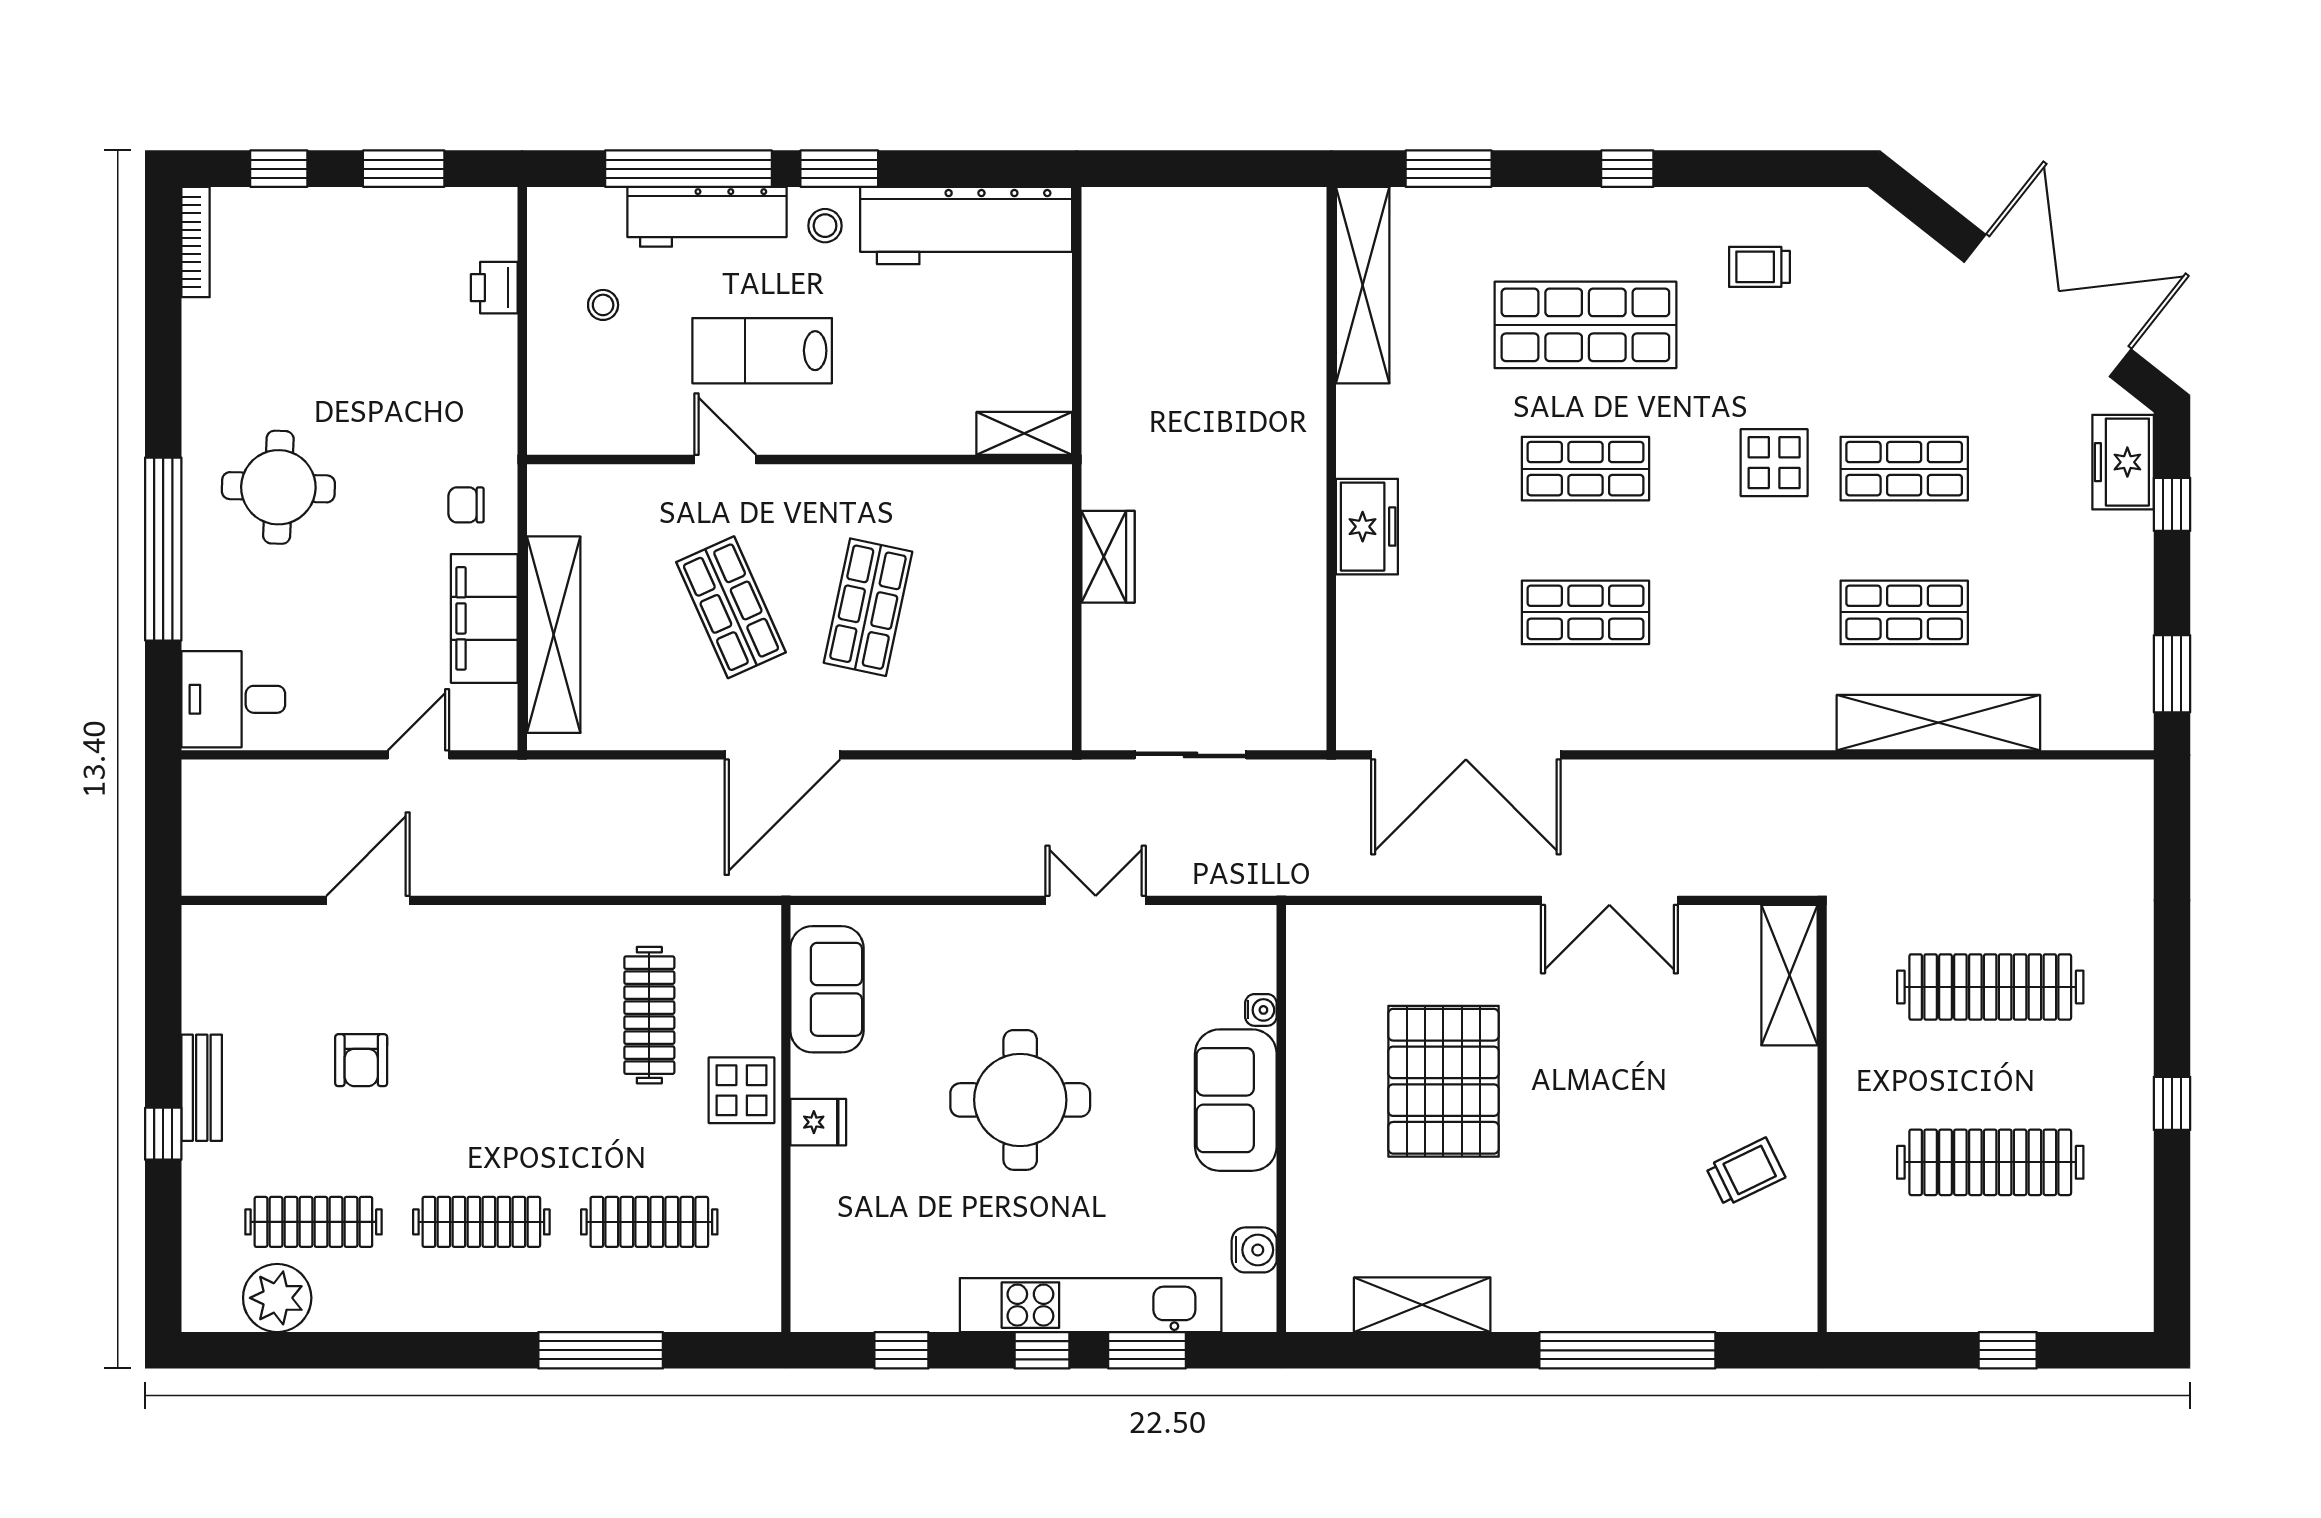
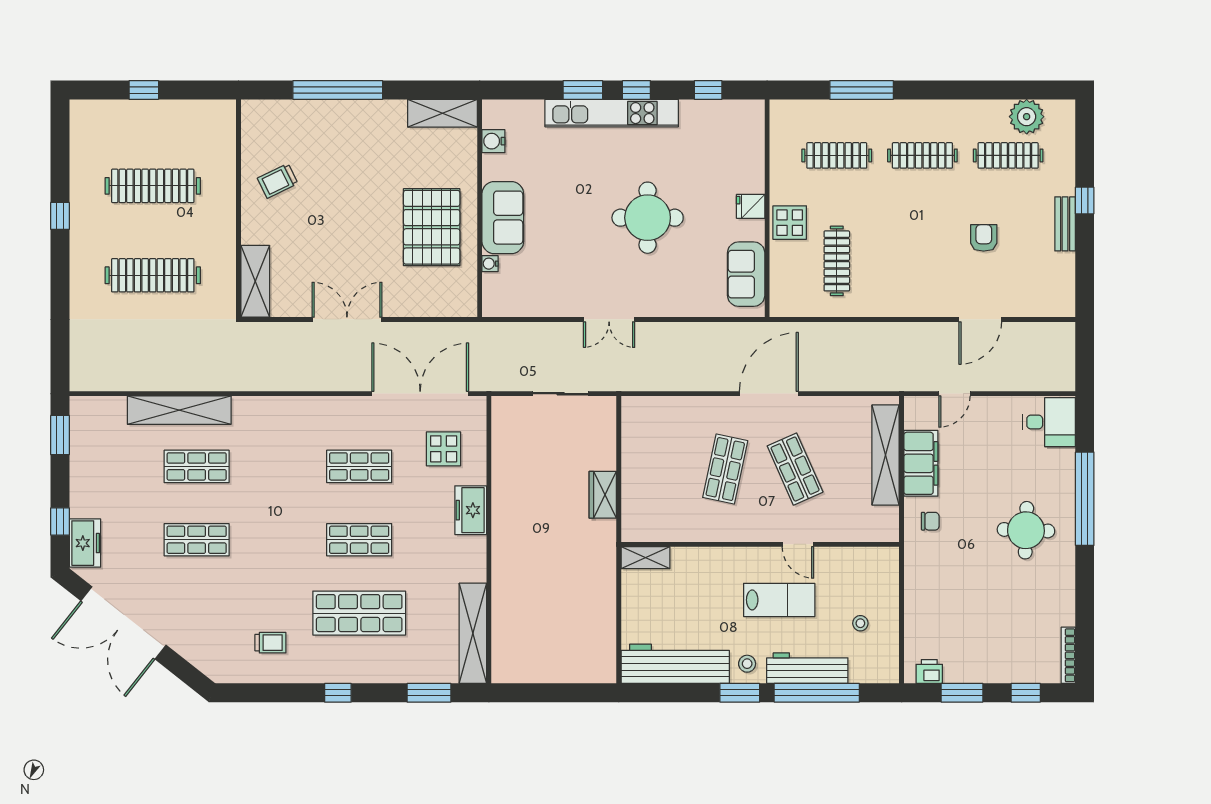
printer: (494, 288) -> (929, 672), moved, turned -90
display table: (1774, 463) -> (444, 449), moved
water cooler: (1261, 1010) -> (490, 264), moved
sofa: (1236, 1100) -> (503, 218), moved
wall: (1281, 1118) -> (480, 208), moved
water cooler: (1254, 1250) -> (493, 141), moved

